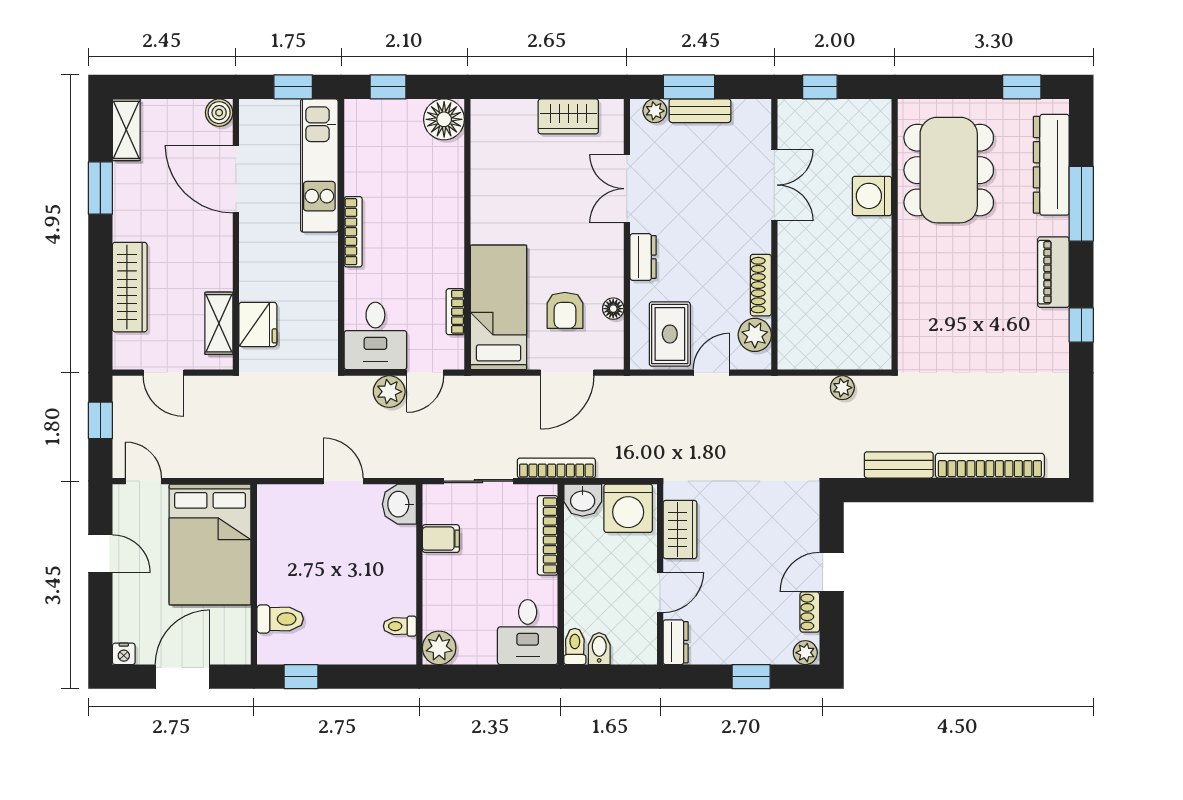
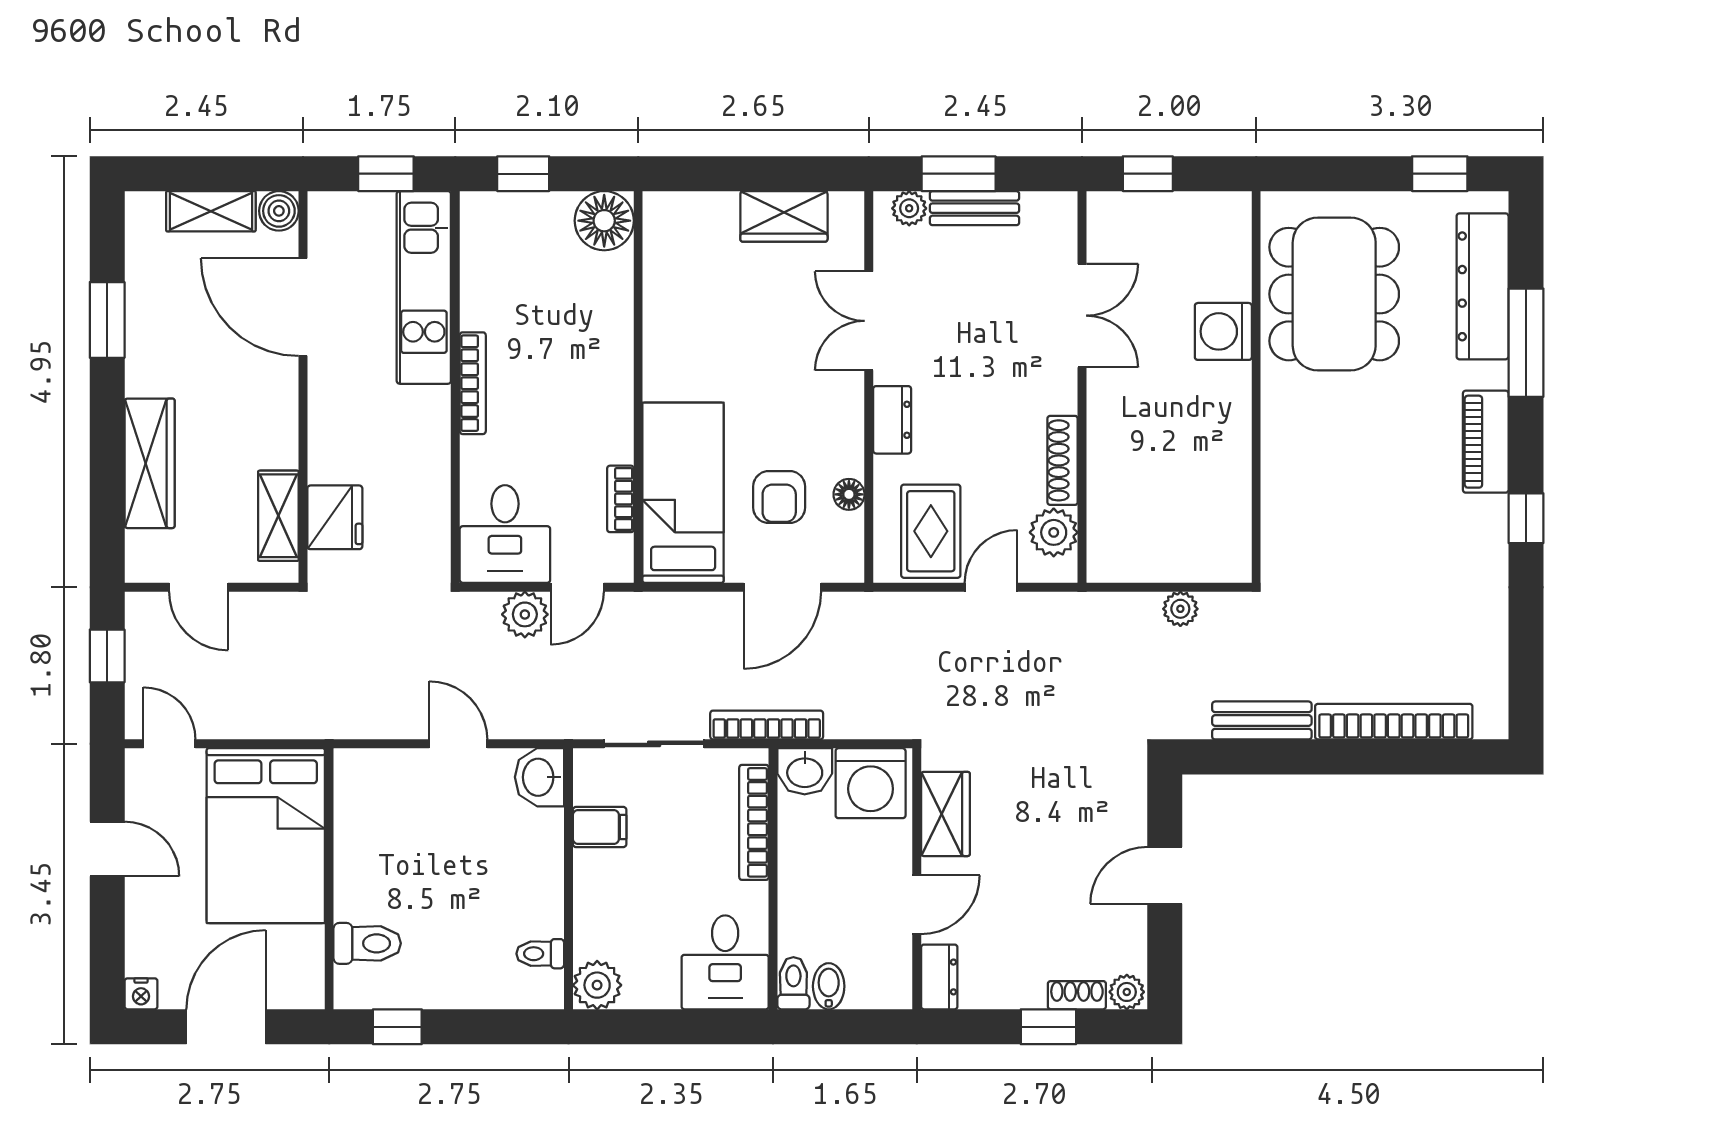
shelving: (126, 130) -> (211, 211), moved, turned 90
shoe rack: (810, 612) -> (1077, 995), moved, turned 90

